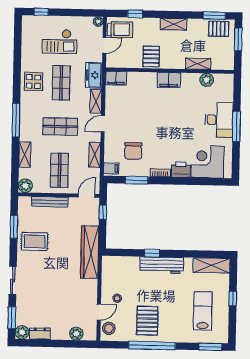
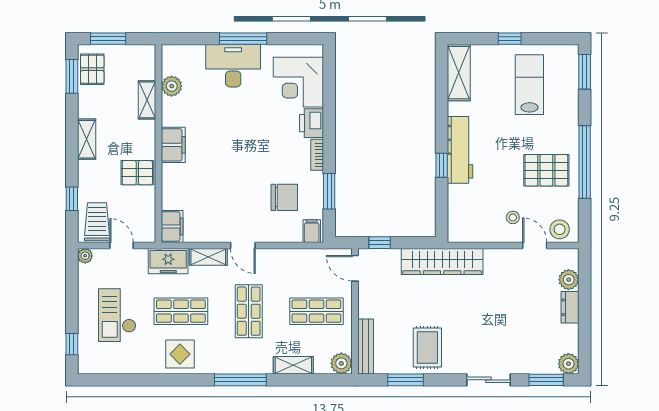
checkout: (60, 42) -> (117, 315), turned 180
shelving: (95, 155) -> (292, 257), removed
bench: (50, 202) -> (366, 346), moved
lab bench: (203, 311) -> (529, 85), turned 90
dresser: (40, 334) -> (570, 307), moved

